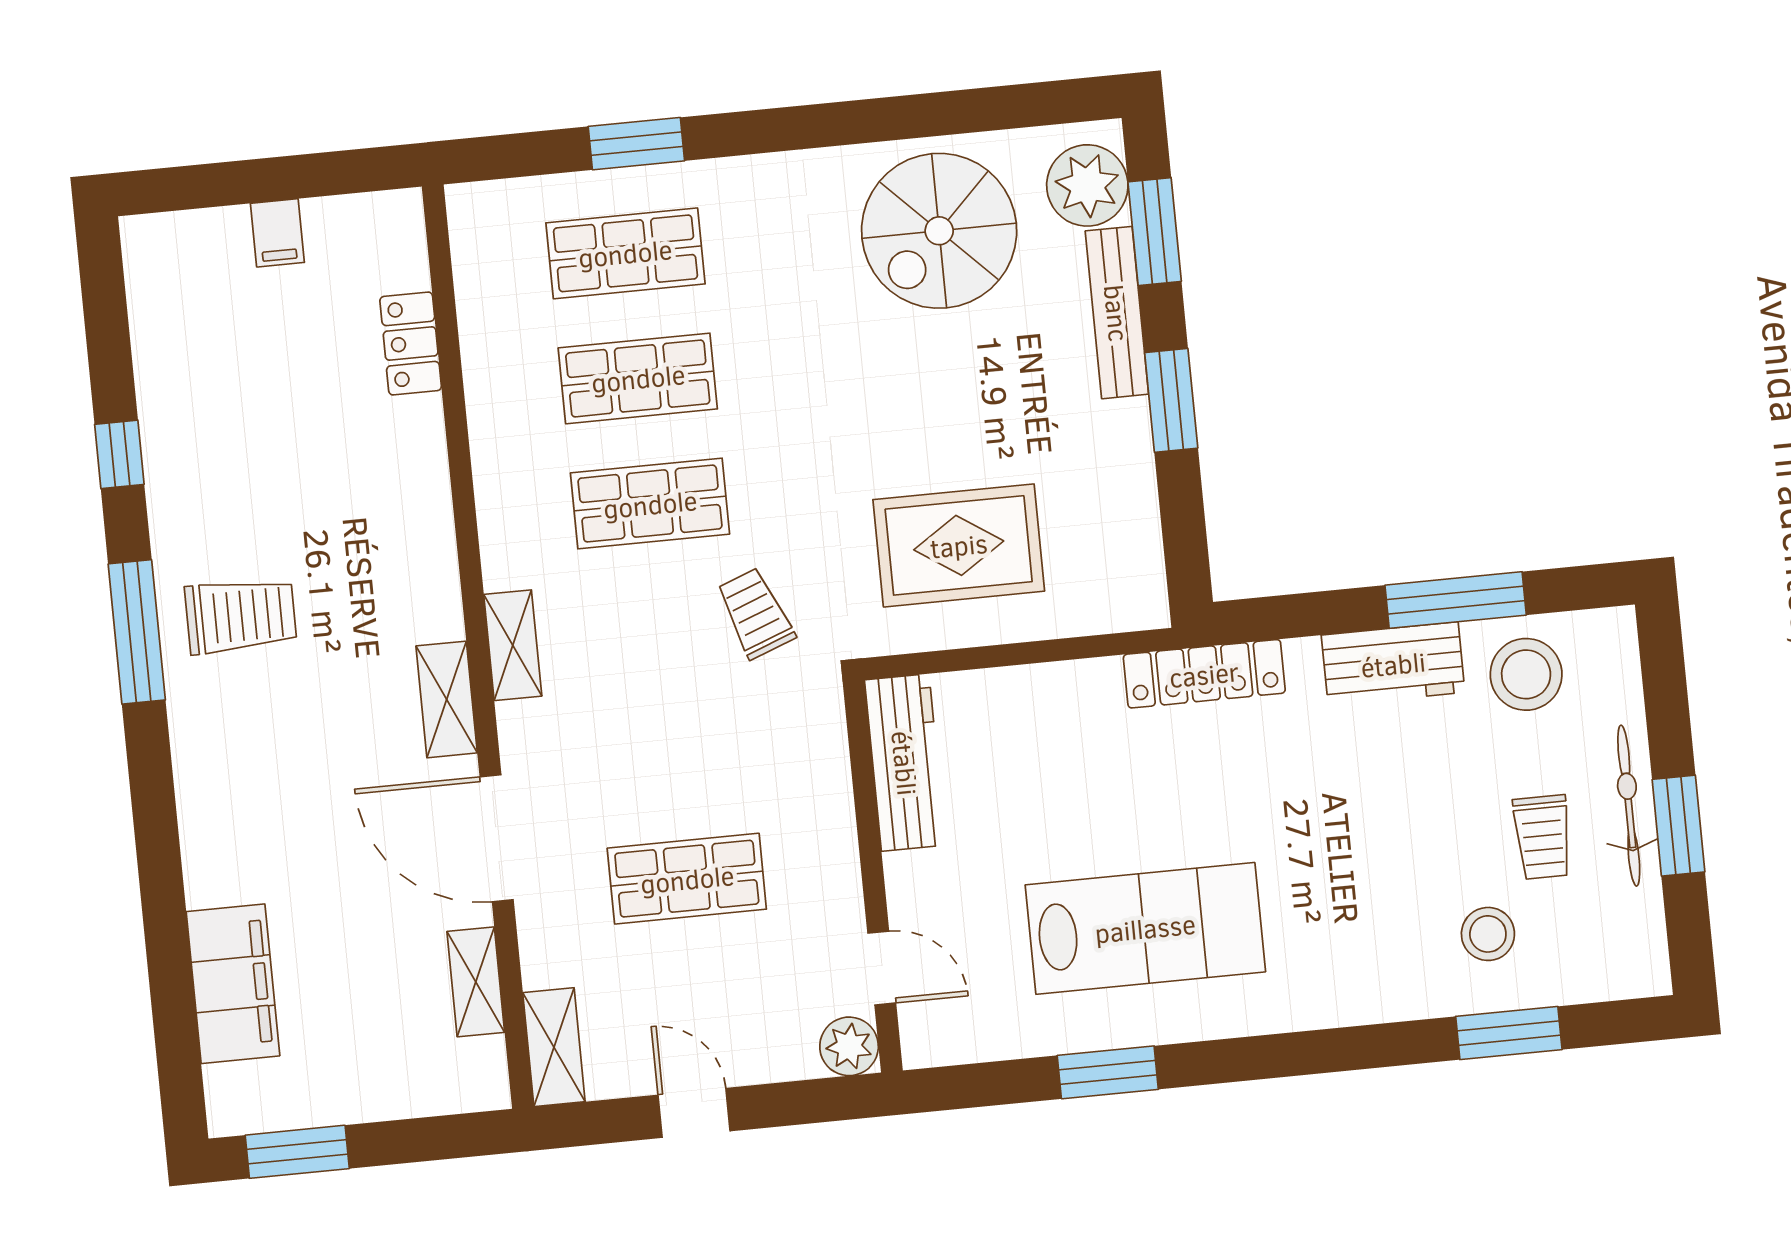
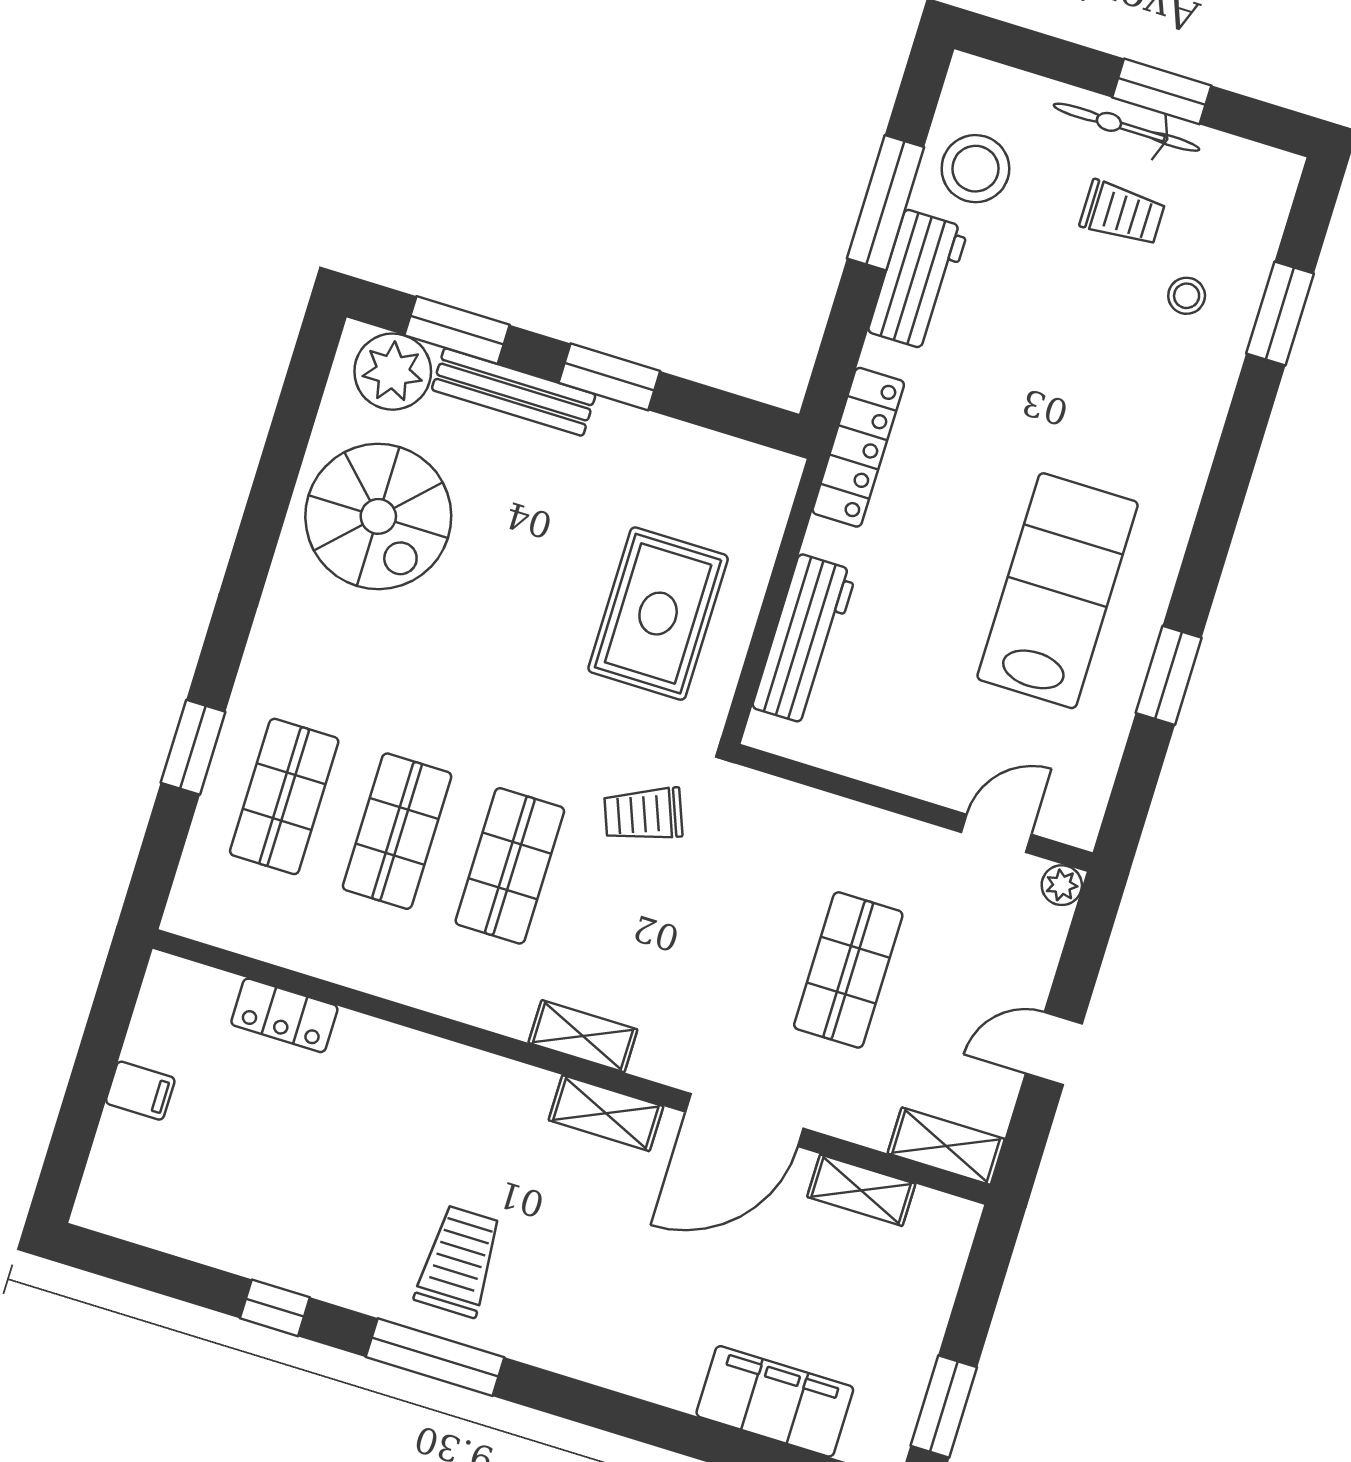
workbench: (905, 763) -> (804, 639), moved, turned 90
stool: (1488, 934) -> (1187, 296), width x0.73, depth x0.73
plant: (849, 1046) -> (1062, 885), width x0.73, depth x0.73

